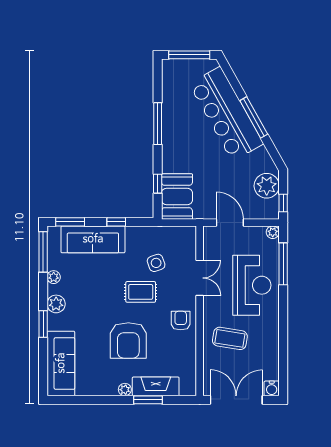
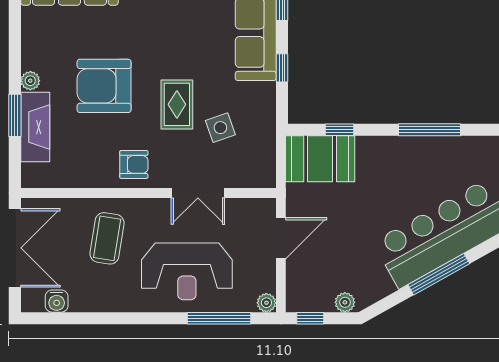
plant: (267, 186) -> (345, 302), width x0.53, depth x0.53
water cooler: (272, 388) -> (57, 301), moved, turned -90

